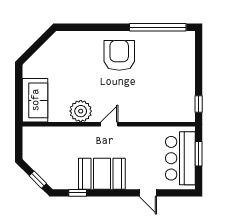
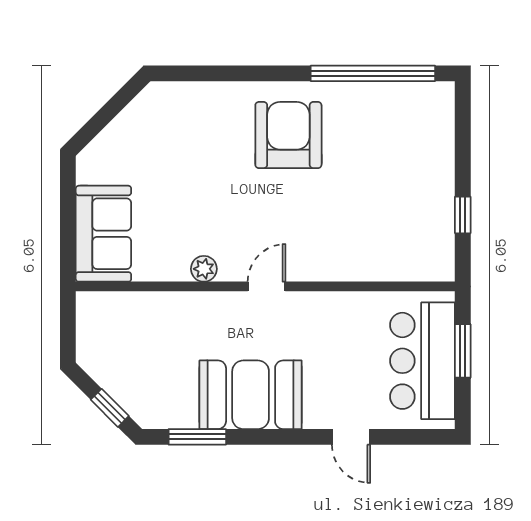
window: (199, 104) -> (463, 215), moved
plant: (81, 111) -> (204, 269), width x0.53, depth x0.53
window: (78, 193) -> (197, 437), width x1.50

